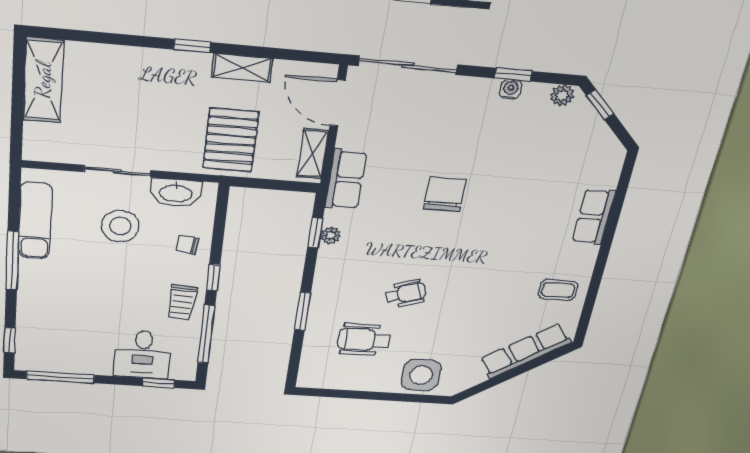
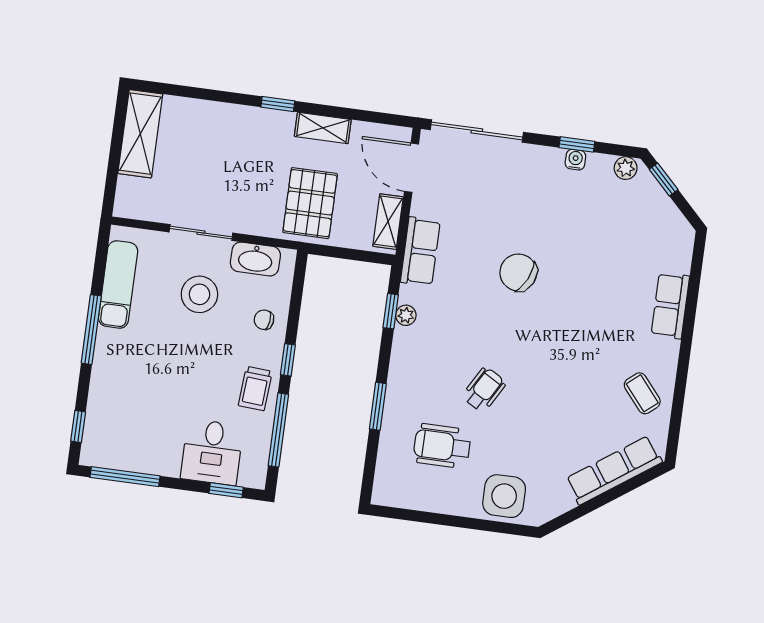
chair: (445, 194) -> (518, 272), turned -65
coffee table: (558, 290) -> (642, 393), turned 50
wheelchair: (406, 294) -> (484, 390), turned -41

